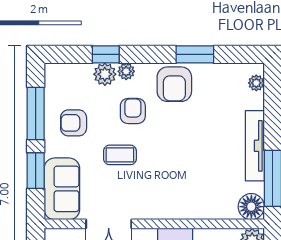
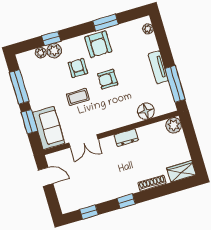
plant: (126, 71) -> (41, 53), moved
armchair: (74, 123) -> (108, 79), moved
tv unit: (255, 146) -> (158, 67), width x0.71
floor lamp: (251, 207) -> (146, 111), moved

